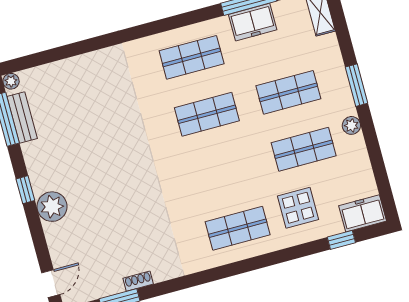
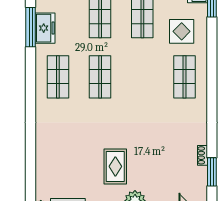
rug: (91, 167) -> (115, 166), added

